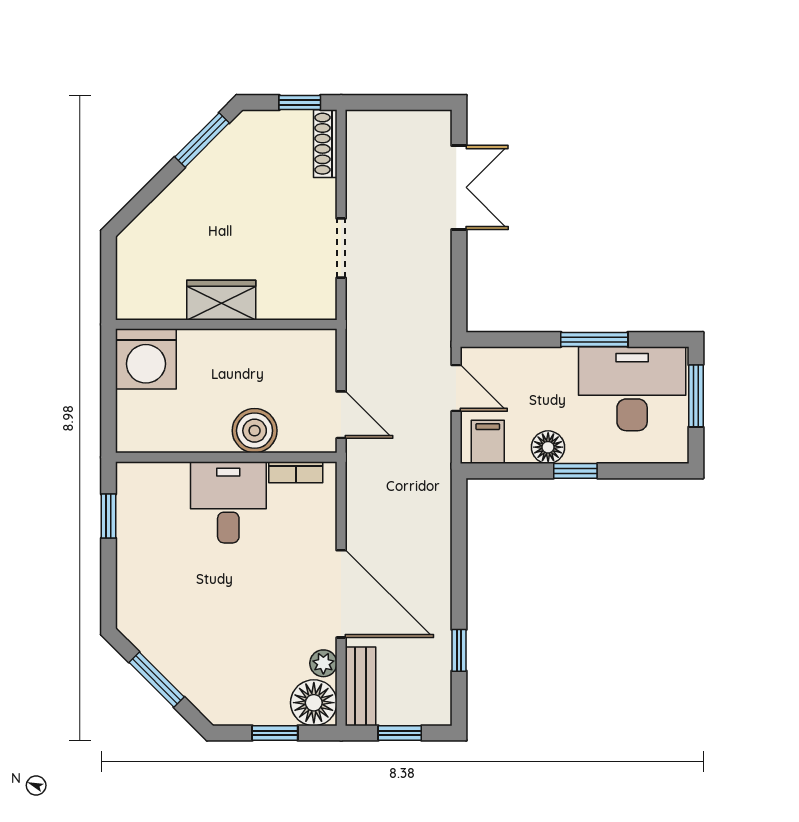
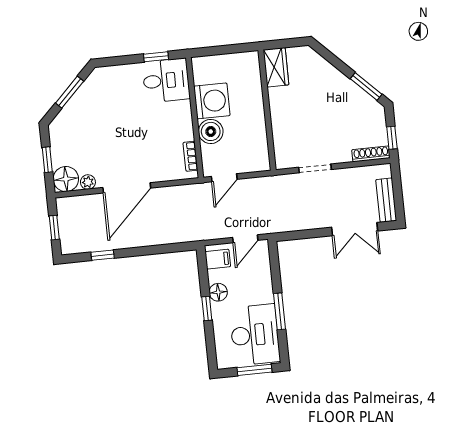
wardrobe: (221, 300) -> (276, 67), moved
washing machine: (146, 359) -> (212, 101), moved, turned 180
desk: (228, 502) -> (166, 80), moved
bench: (361, 686) -> (386, 200), moved, turned 90

